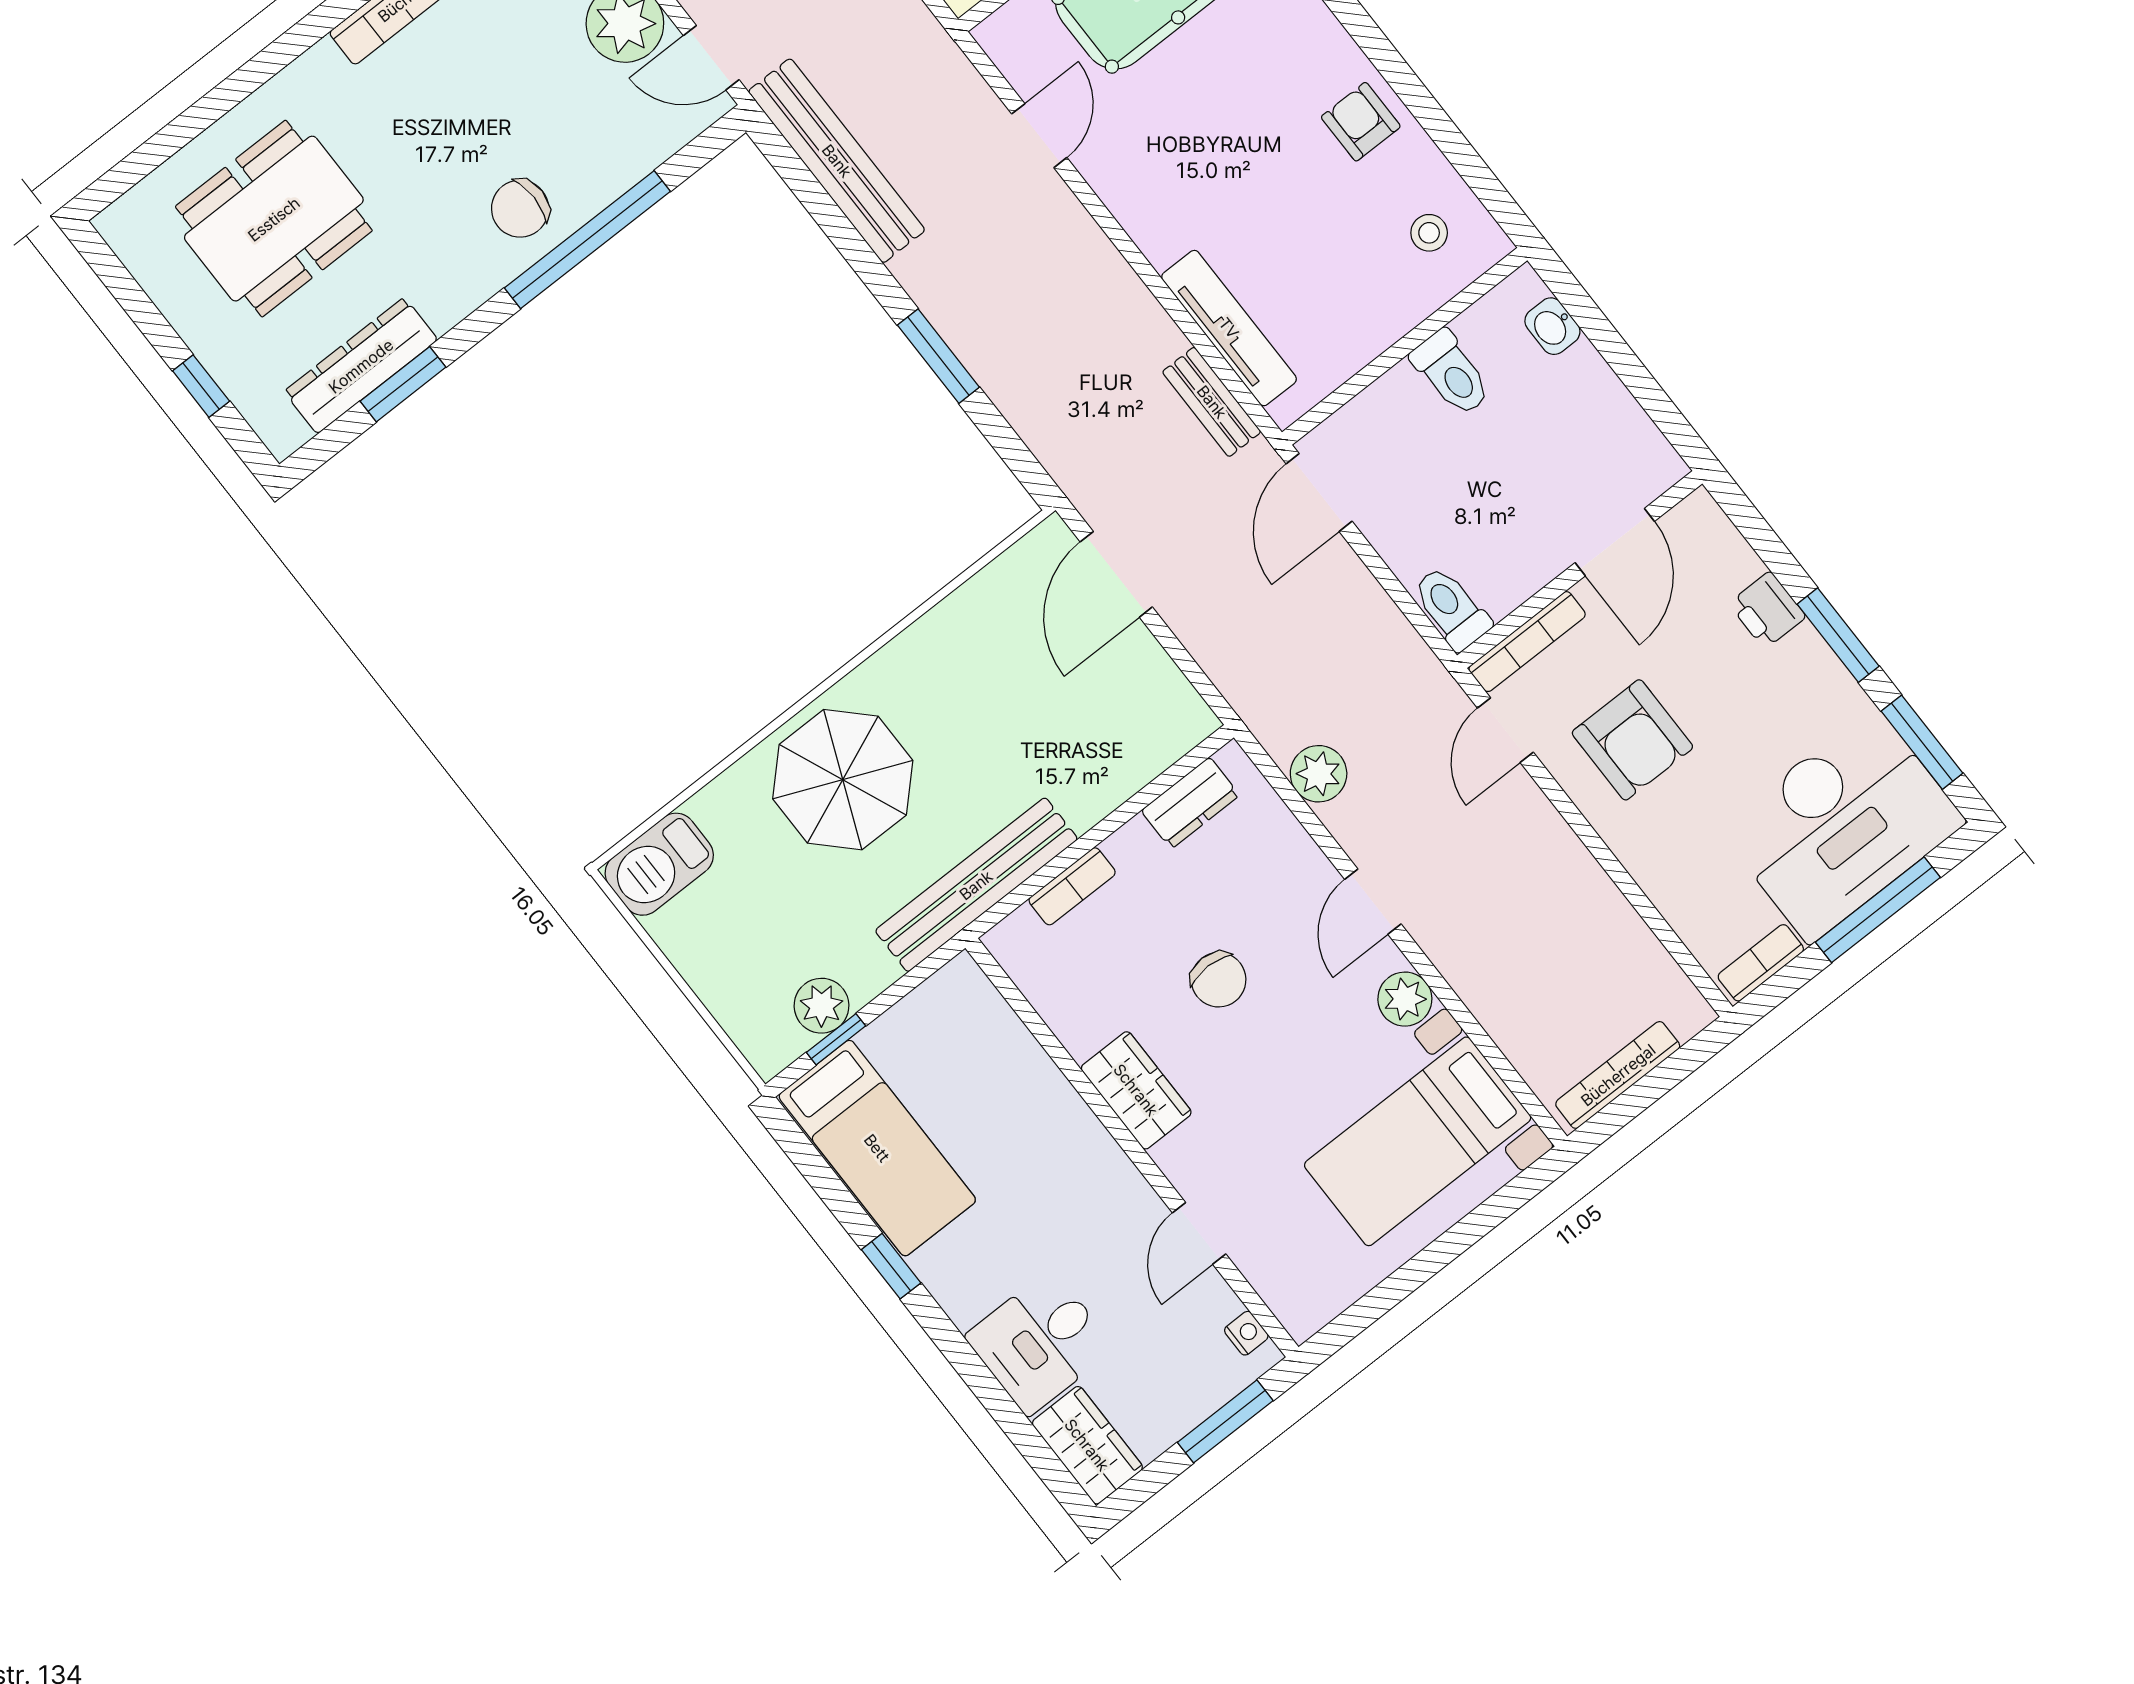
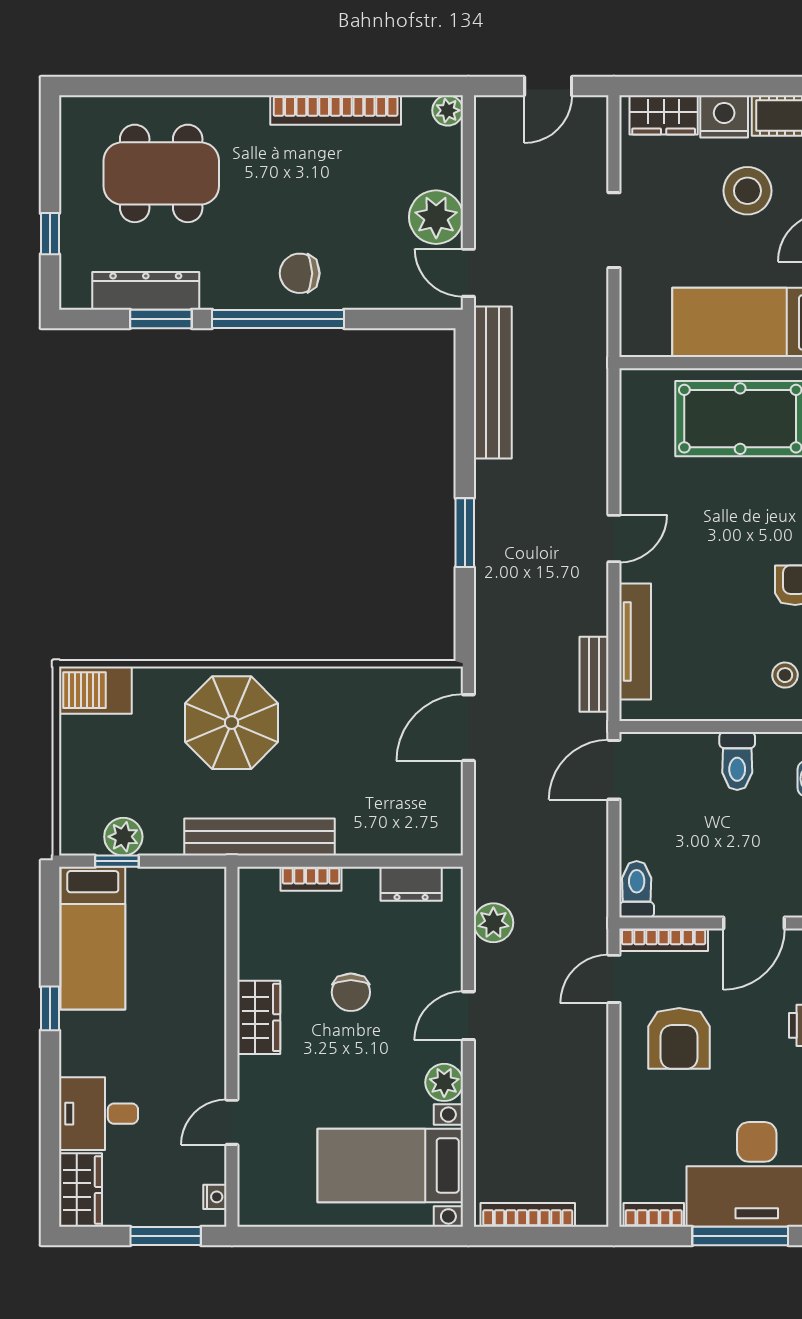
door: (1039, 136) -> (614, 538), moved
window: (587, 240) -> (278, 319), moved

